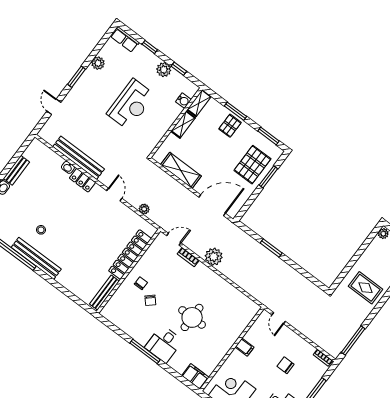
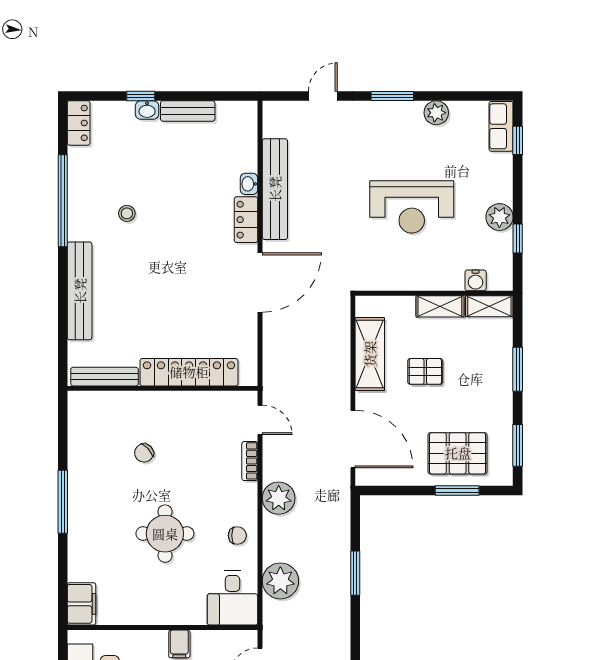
window: (150, 47) -> (518, 140), moved
pallet: (230, 126) -> (425, 371), moved
door: (114, 195) -> (260, 282), width x1.88
plant: (144, 209) -> (280, 581), moved, width x1.88, depth x1.88
bench: (36, 258) -> (80, 291), moved
chair: (141, 283) -> (237, 536), moved
desk: (164, 344) -> (232, 598), moved, turned -90

